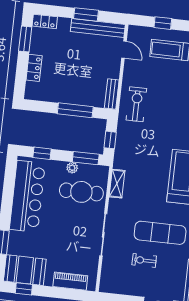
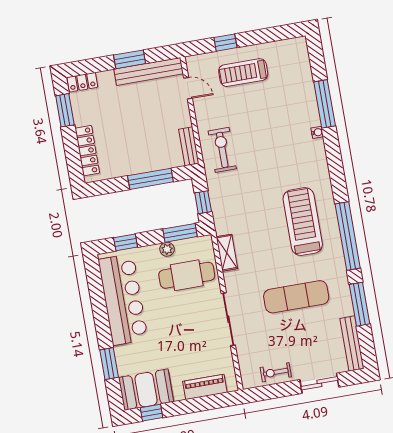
locker: (34, 68) -> (87, 151), width x1.53
exercise bike: (144, 260) -> (276, 372), moved

